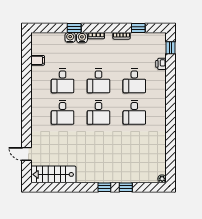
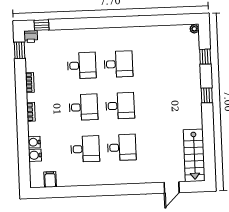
window: (74, 28) -> (23, 138), removed
window: (138, 28) -> (20, 50), moved
water cooler: (82, 38) -> (35, 155), moved
filing cabinet: (38, 60) -> (50, 179), moved
printer: (161, 64) -> (31, 37), moved
window: (126, 187) -> (205, 57), moved

